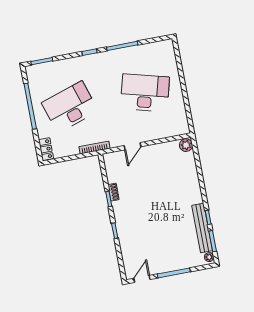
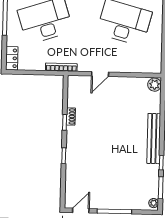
bench: (202, 228) -> (154, 139), moved

